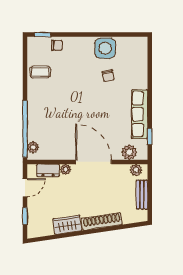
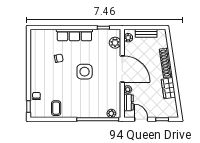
side table: (105, 48) -> (85, 72), moved
row of seats: (140, 114) -> (74, 35), moved
door: (93, 162) -> (122, 69), swing flipped

